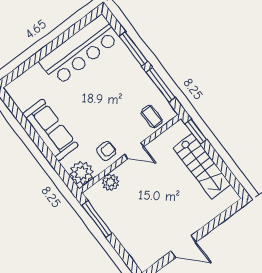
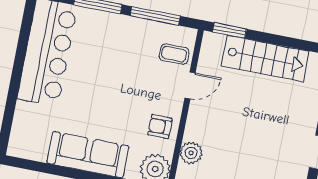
armchair: (106, 151) -> (160, 127), turned -90
door: (134, 151) -> (190, 85), moved

